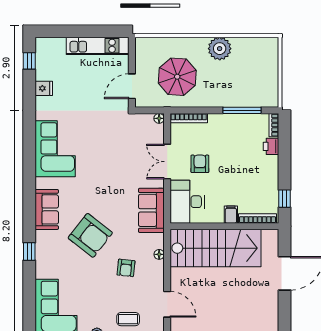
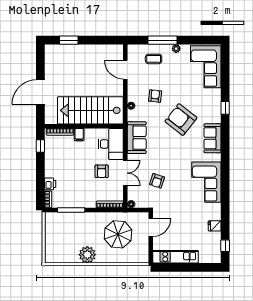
armchair: (123, 151) -> (157, 181), added

